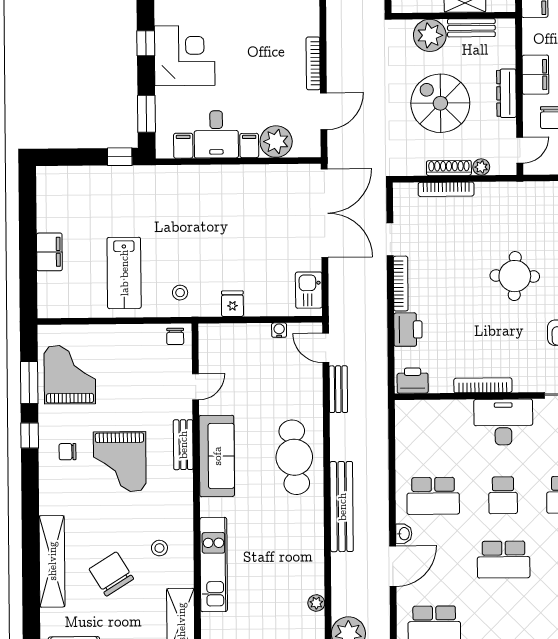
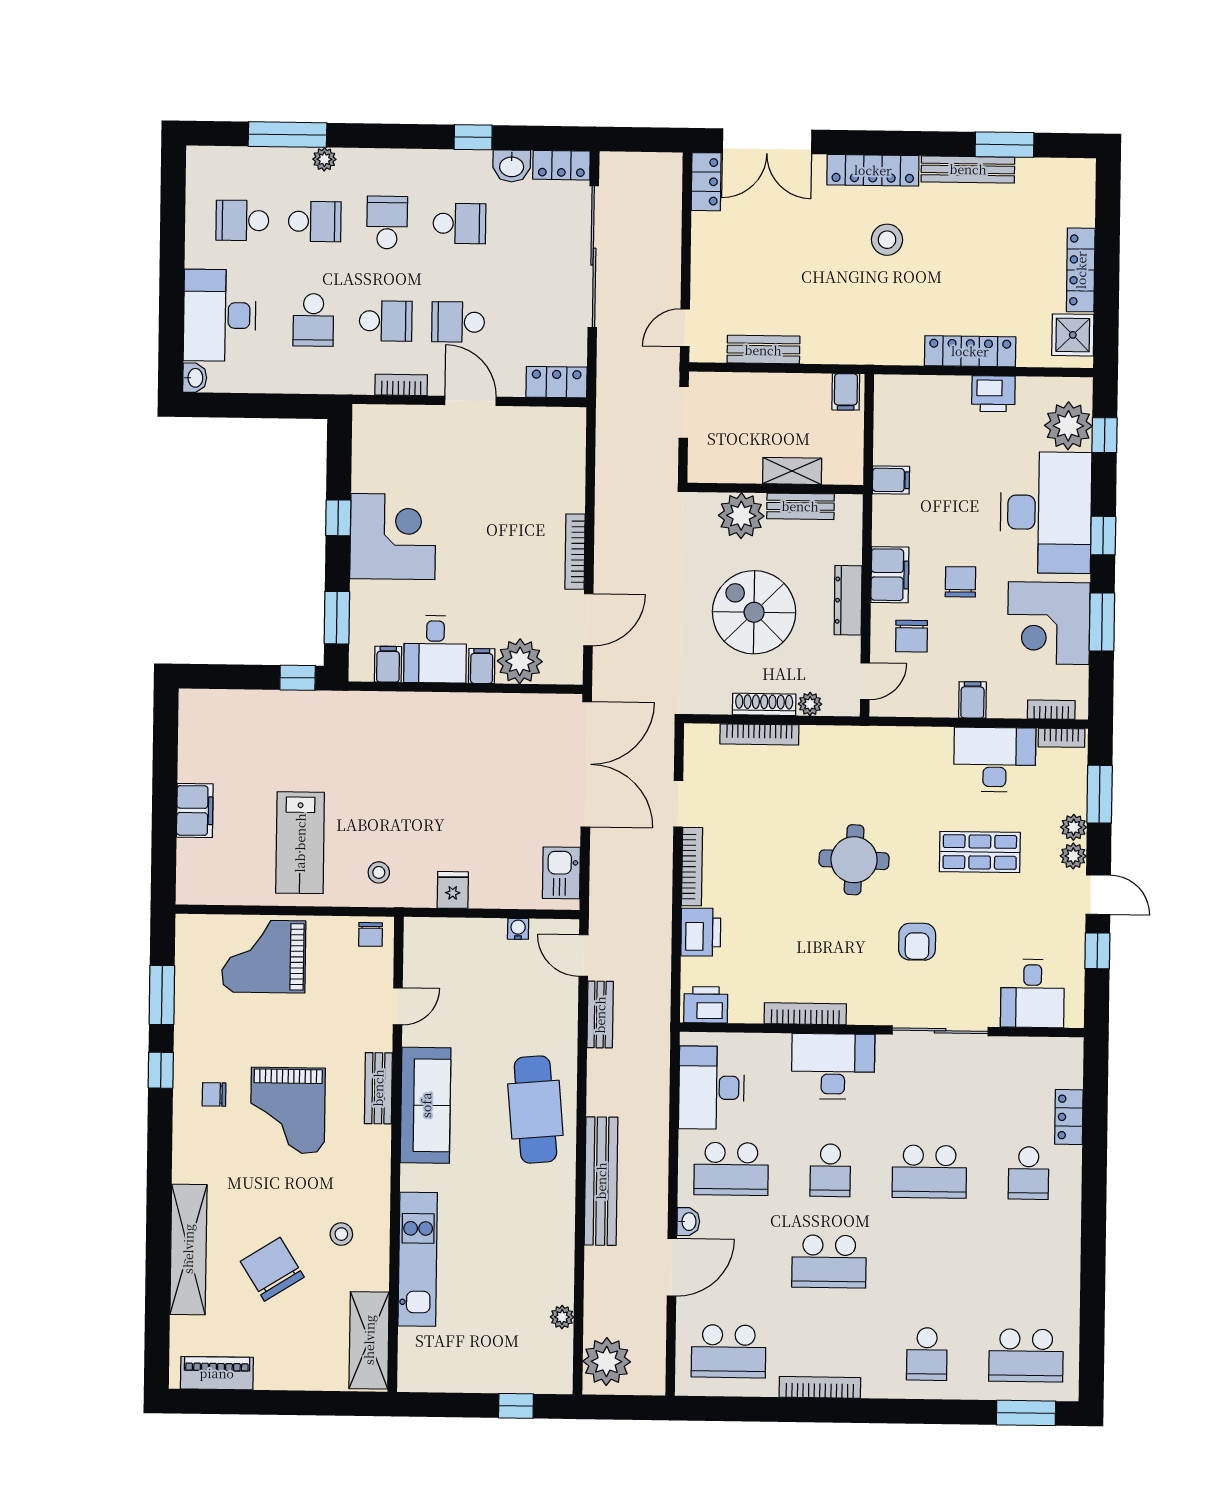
grand piano: (70, 375) -> (264, 956), moved, turned -90
desk: (418, 439) -> (711, 1088), added

